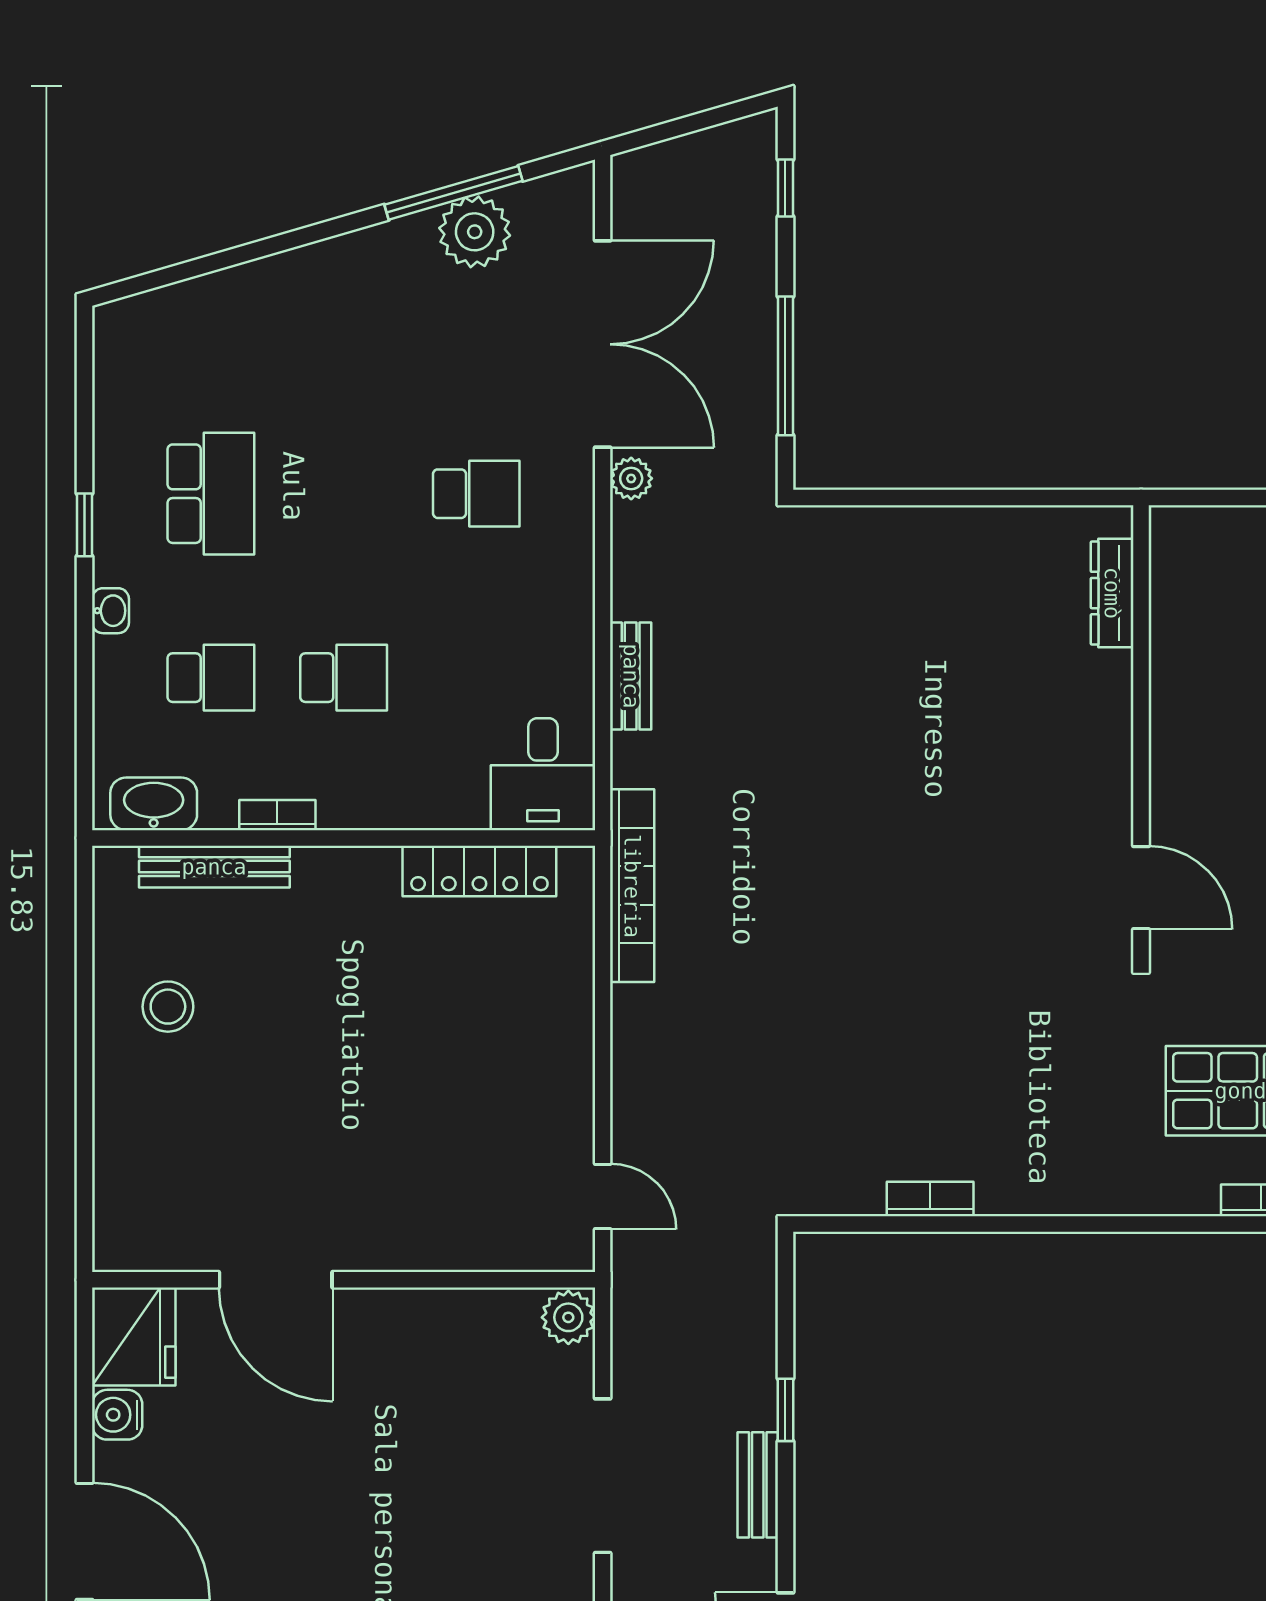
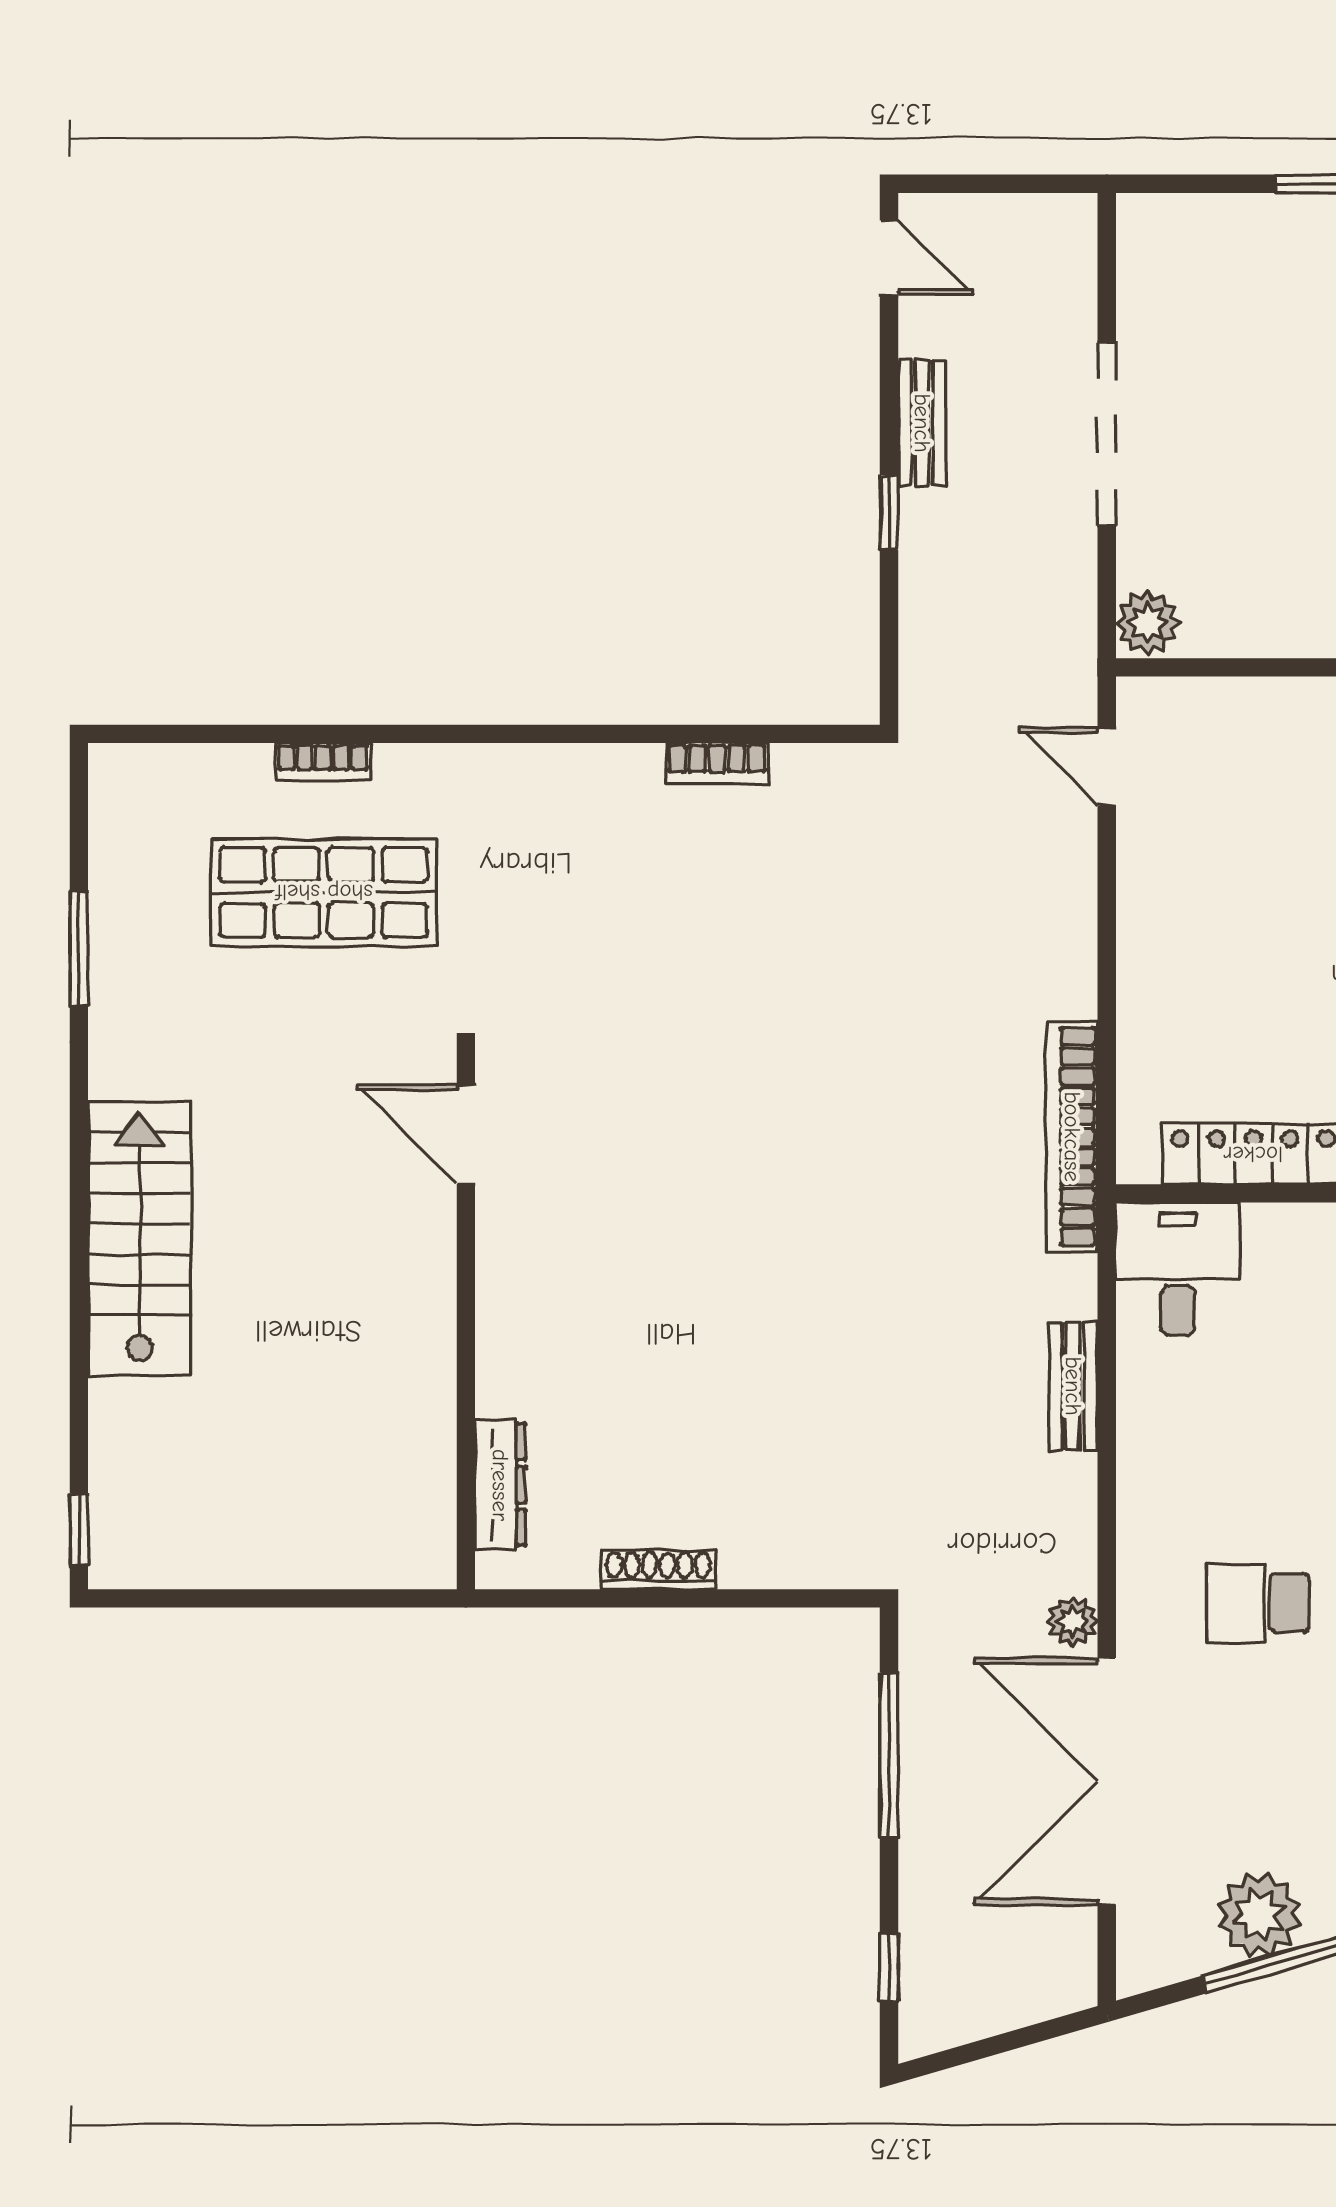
shoe rack: (979, 522) -> (658, 1570), added

